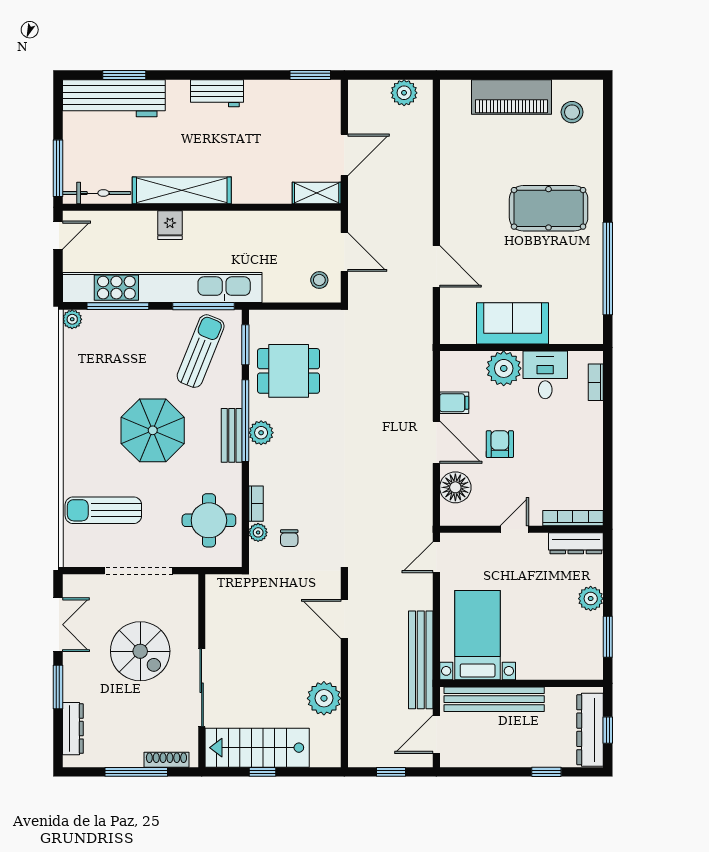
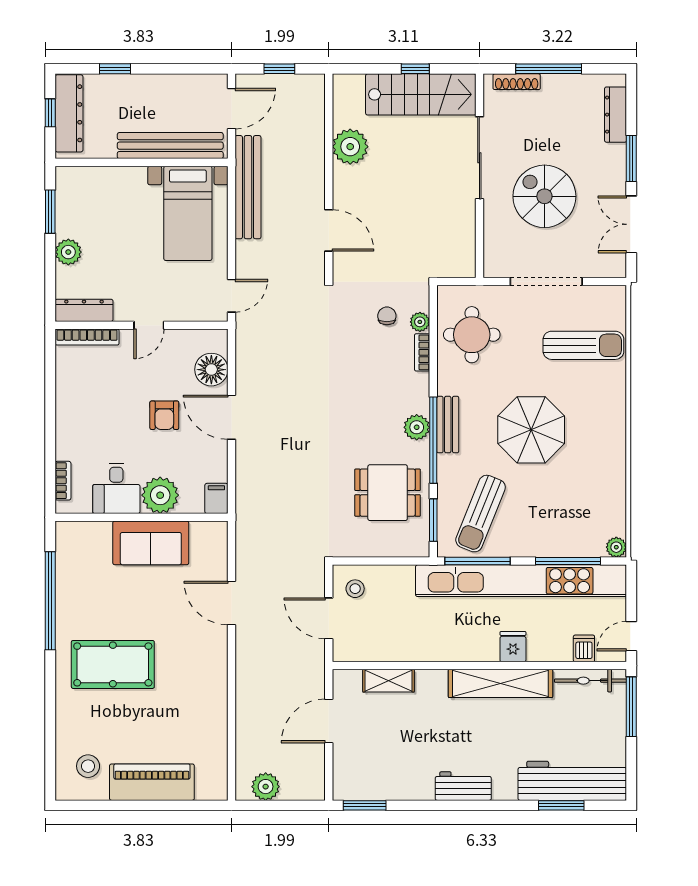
shelving: (317, 193) -> (388, 681), moved
dishwasher: (103, 223) -> (584, 648), added
filing cabinet: (454, 403) -> (216, 498), moved, turned 90

